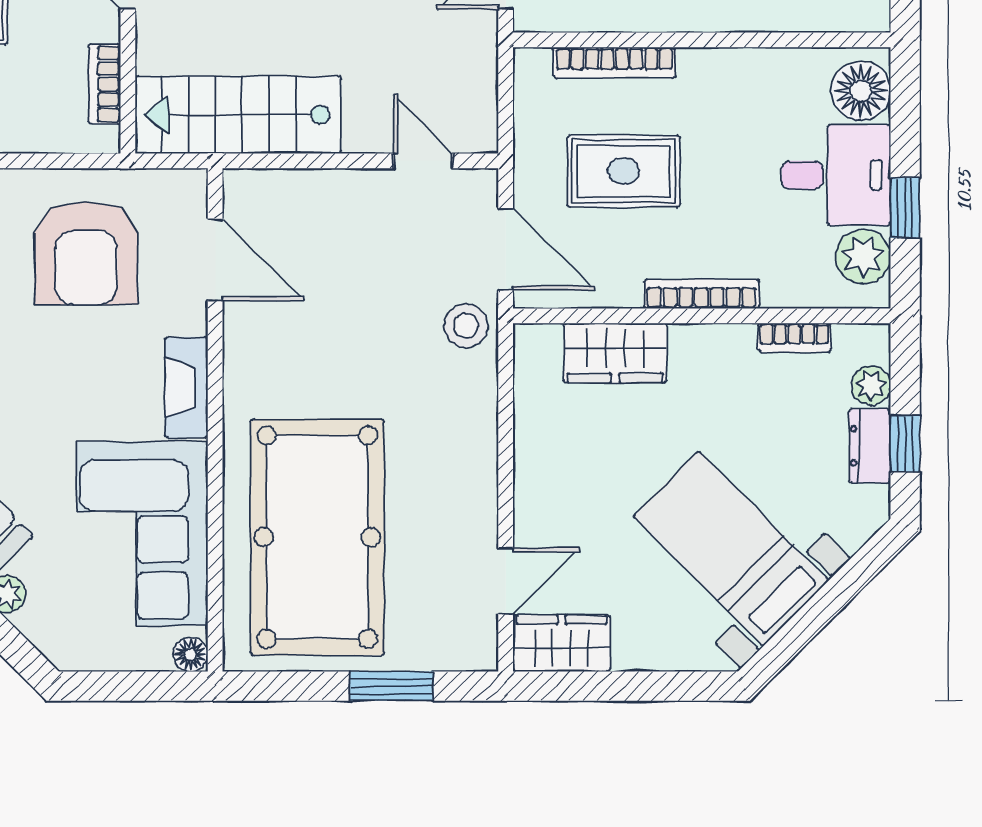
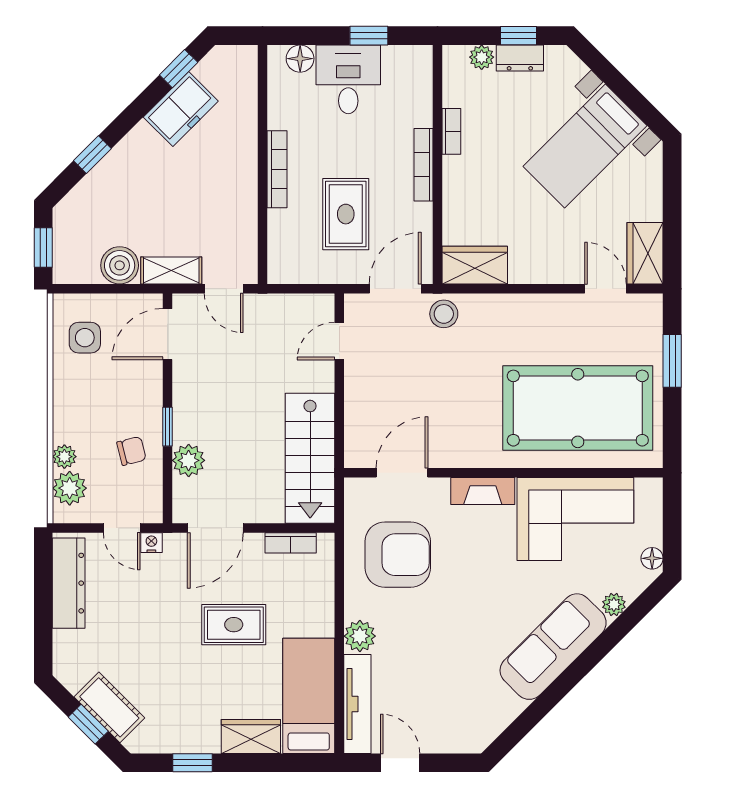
bookcase: (614, 63) -> (277, 169), moved
floor lamp: (861, 91) -> (300, 59), width x0.73, depth x0.73
plant: (863, 257) -> (400, 62), removed
bookcase: (794, 338) -> (451, 131), moved
wardrobe: (615, 353) -> (475, 265), moved, turned -90
floor lamp: (191, 654) -> (652, 558), moved

